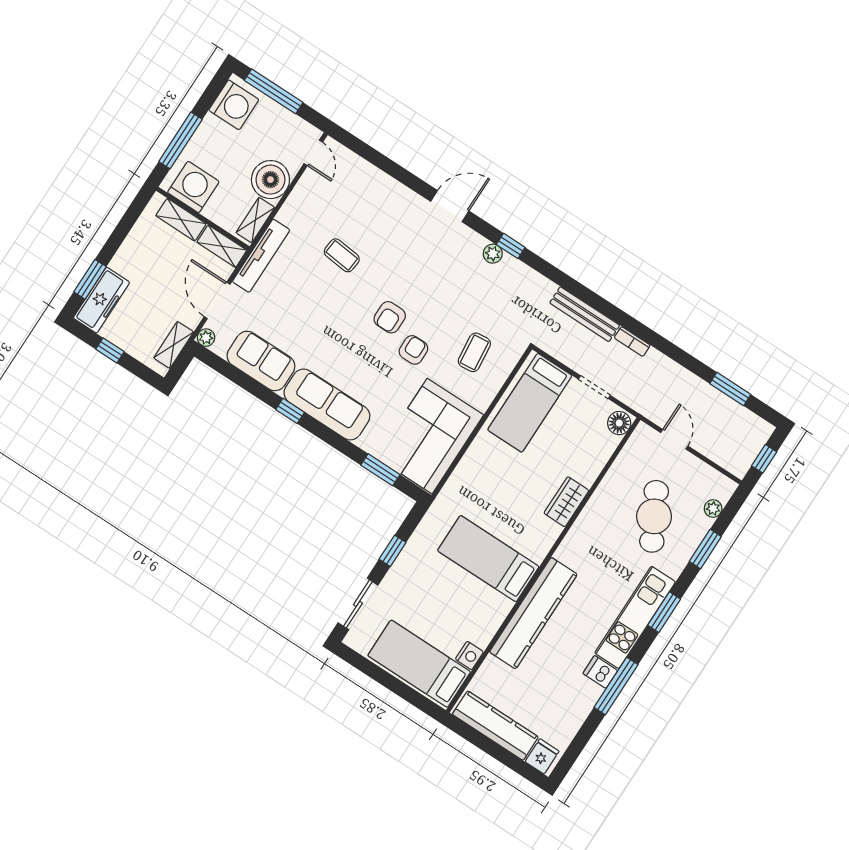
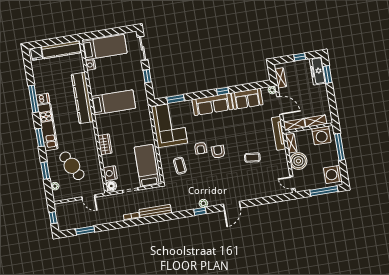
nightstand: (602, 446) -> (110, 173), added

